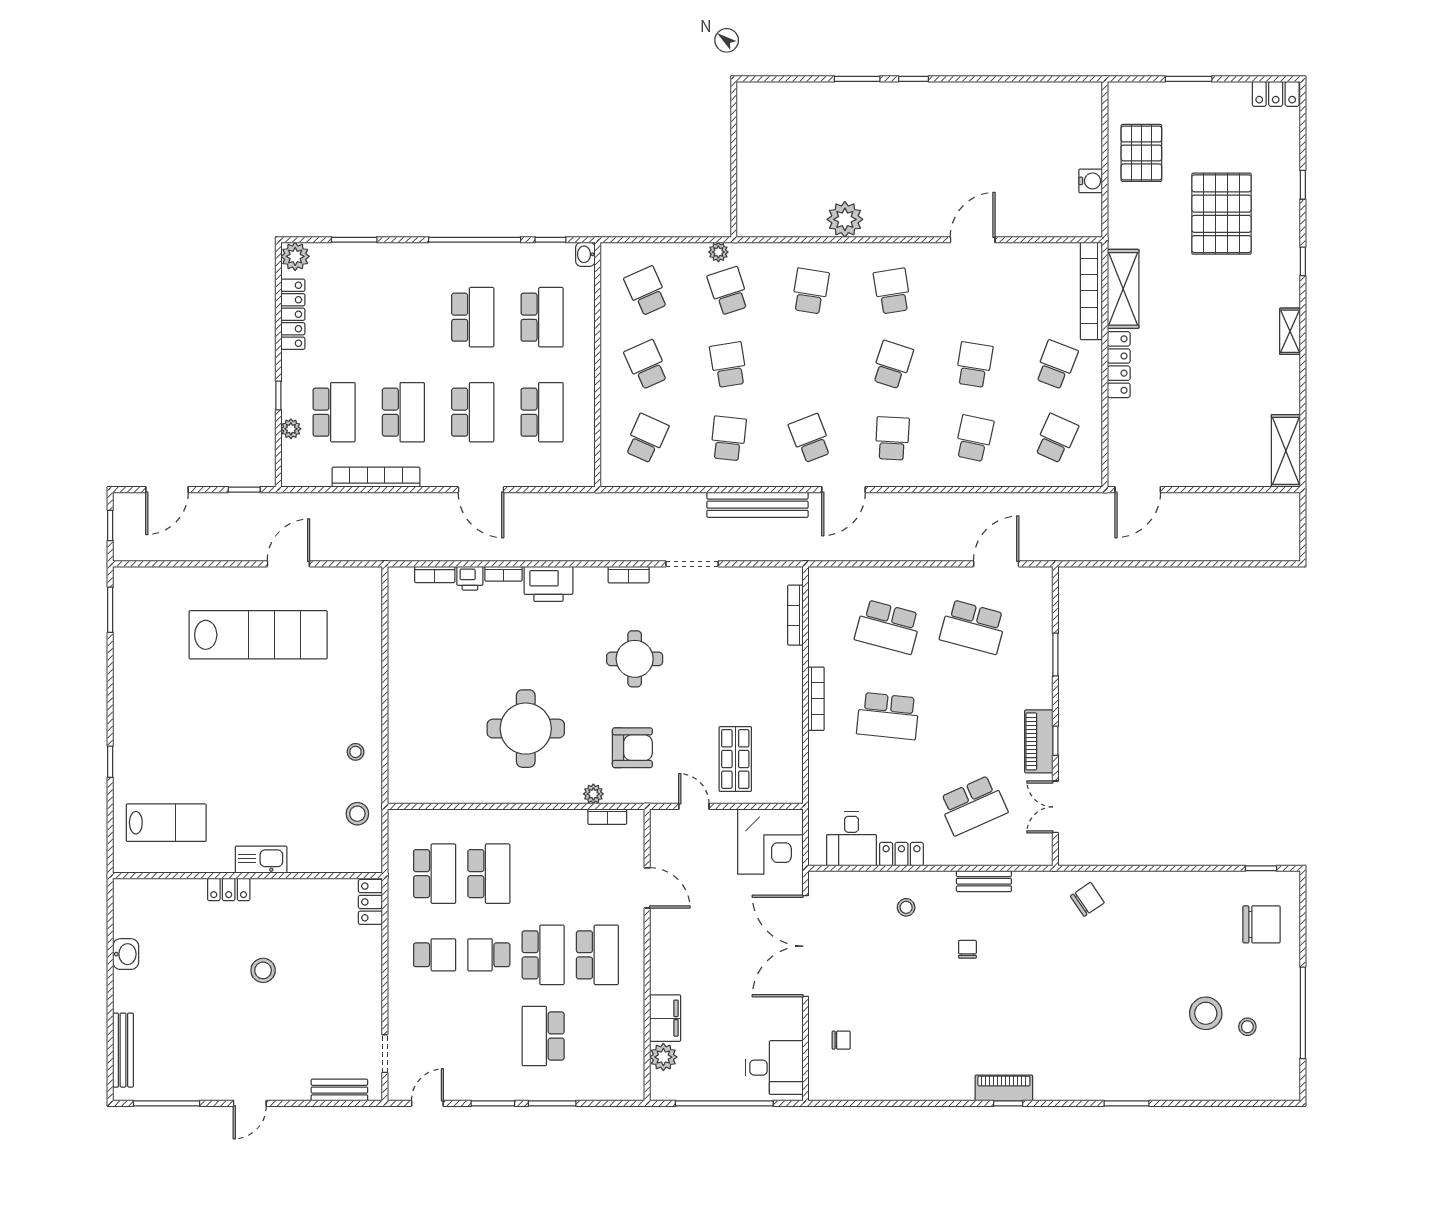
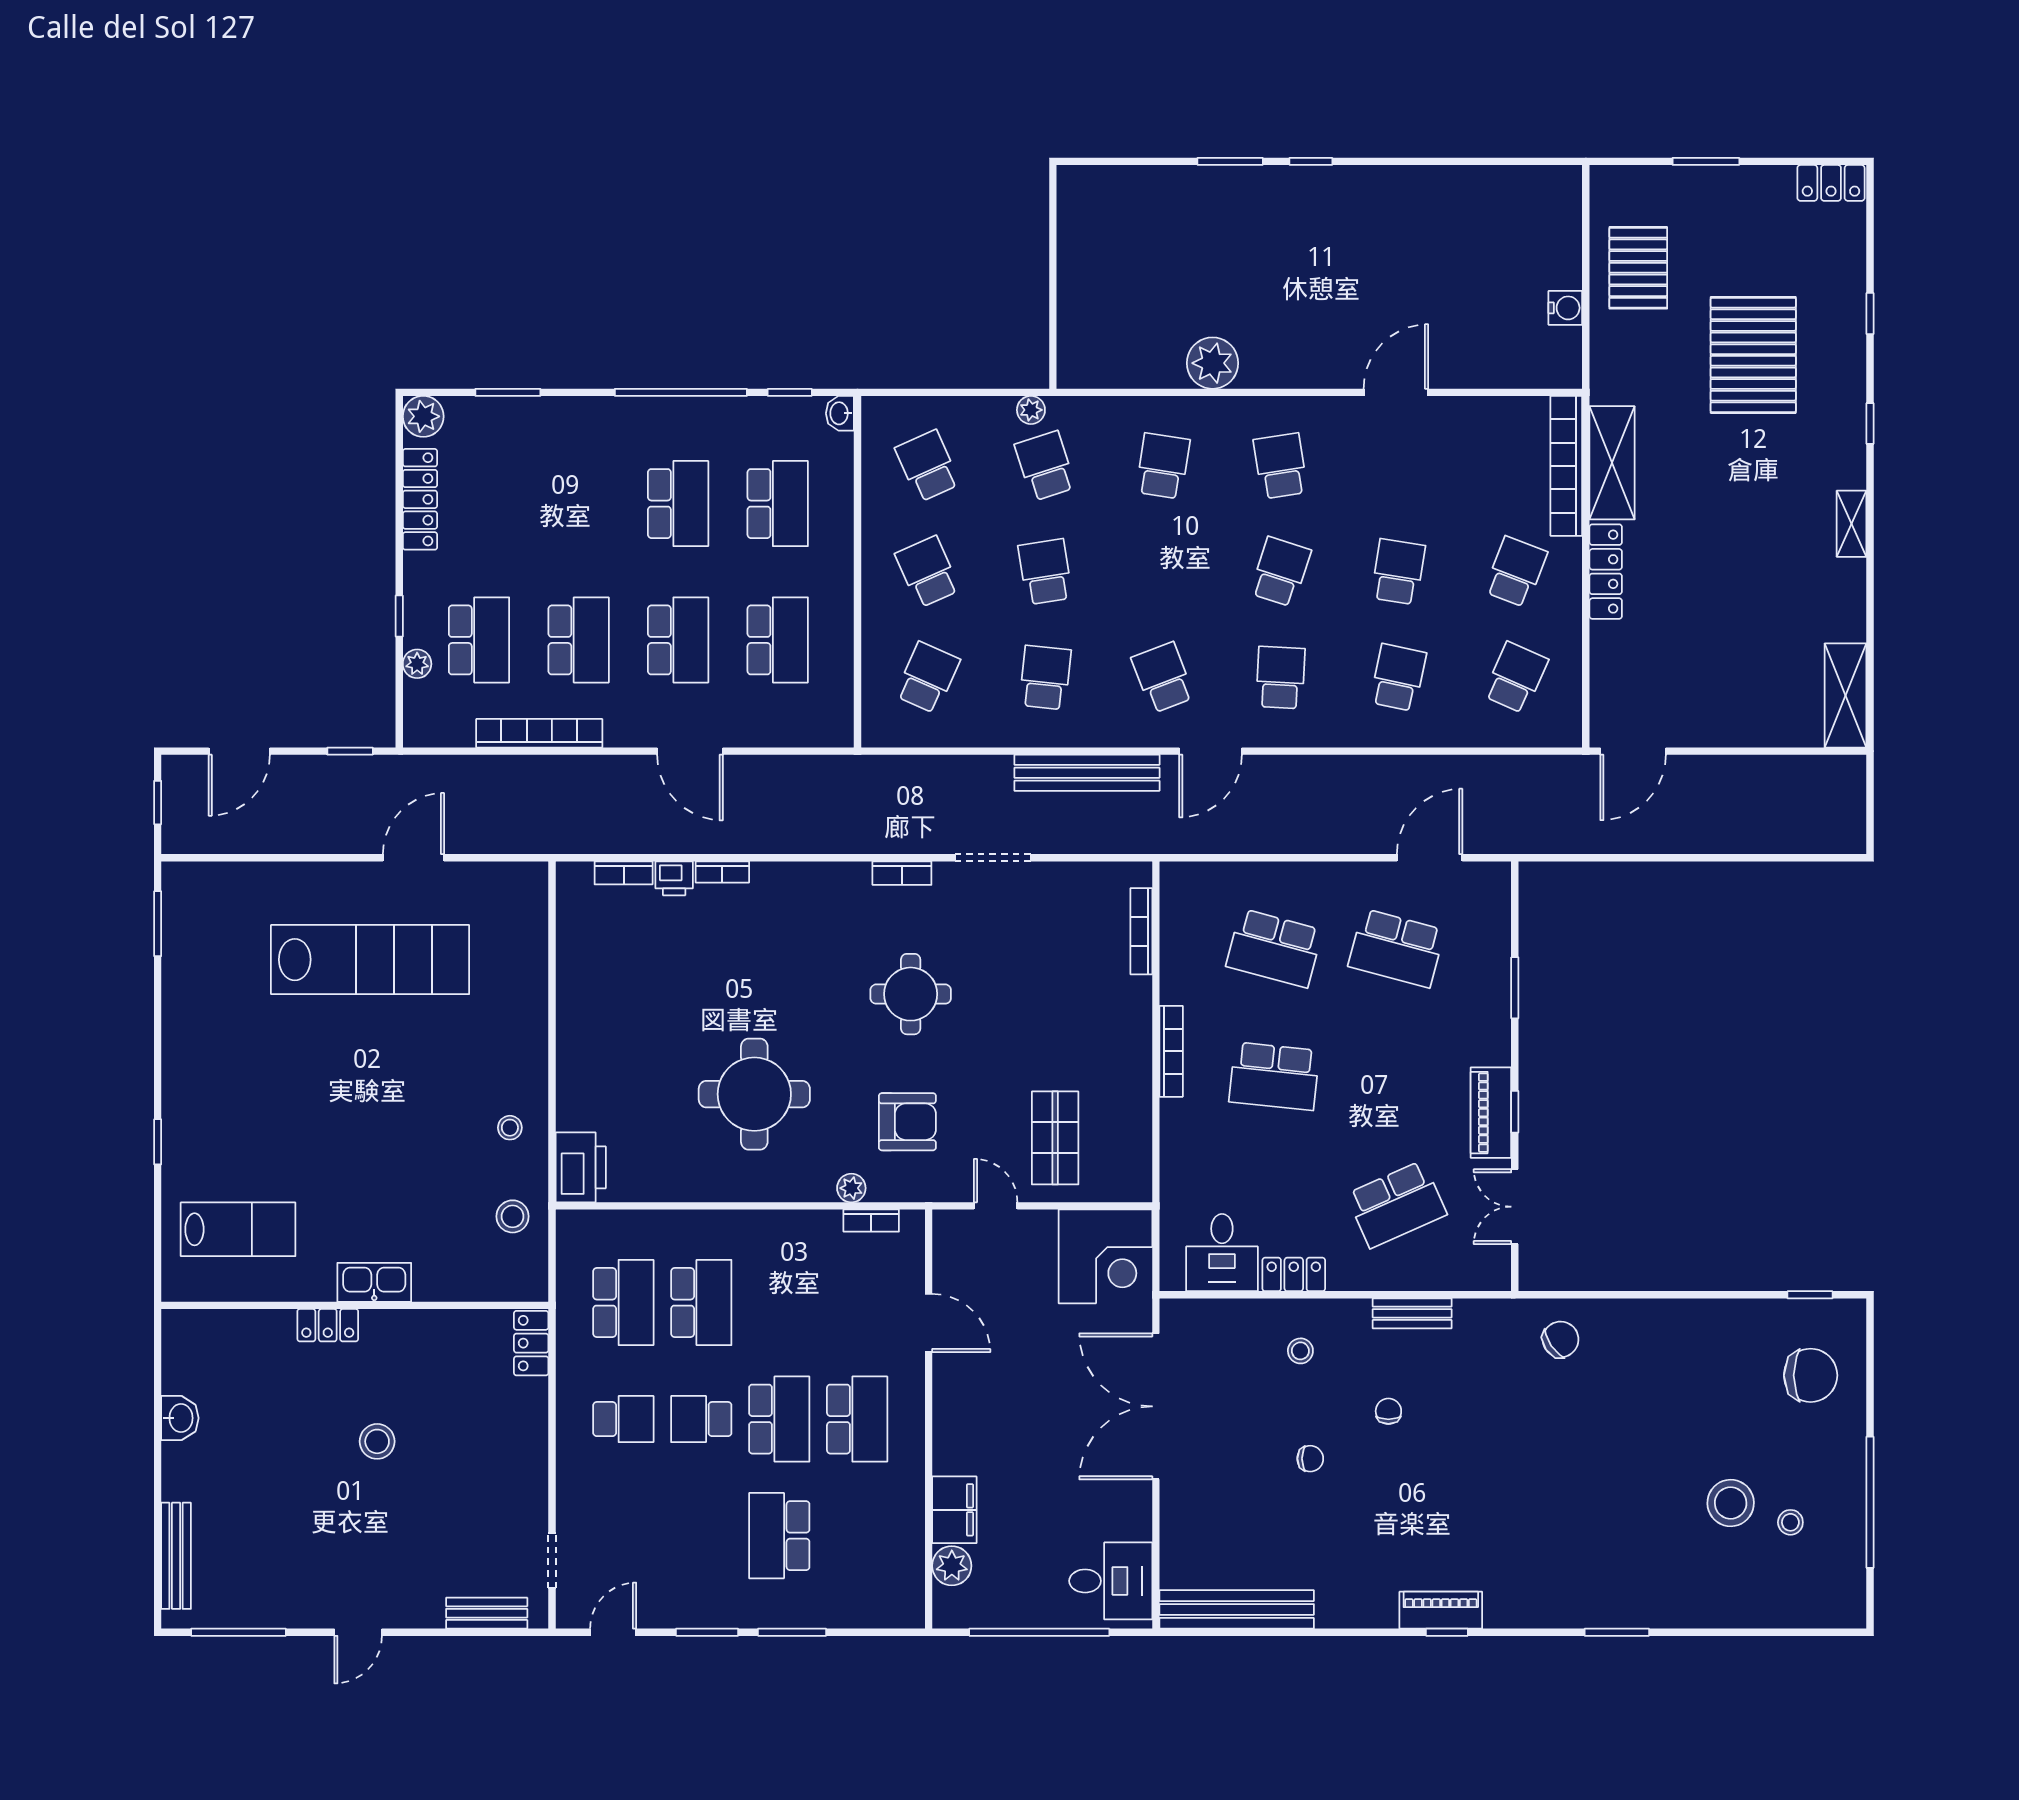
printer: (548, 584) -> (581, 1167), moved, turned -90
chair: (841, 1040) -> (1310, 1459), moved
bench: (862, 1087) -> (1237, 1609), added

